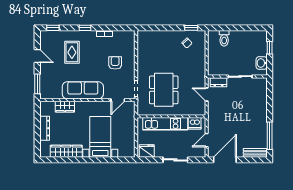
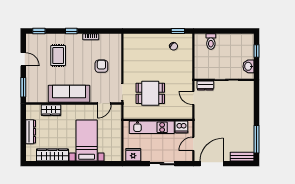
dining table: (164, 90) -> (150, 93), width x0.73

